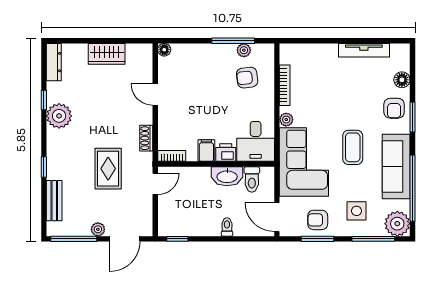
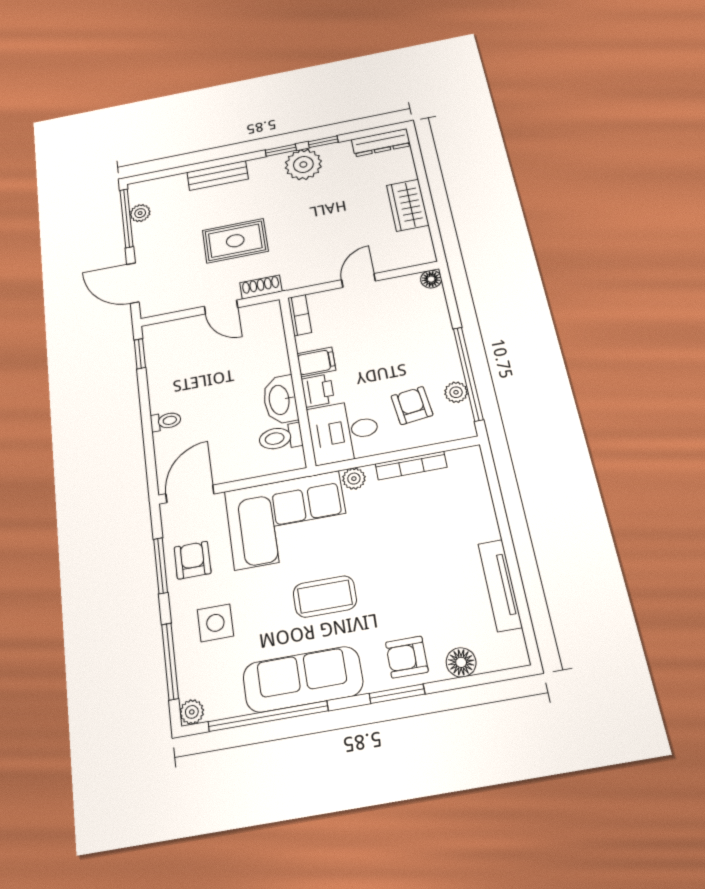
window: (233, 41) -> (468, 374), width x1.46
shoe rack: (146, 138) -> (261, 287), moved
desk: (256, 141) -> (344, 432), moved
filing cabinet: (206, 151) -> (316, 362), moved
printer: (226, 153) -> (318, 391), moved
bookcase: (172, 156) -> (300, 315), moved
wall: (216, 164) -> (297, 380), moved
window: (44, 167) -> (281, 150), moved
washbasin: (227, 176) -> (280, 400), moved
toilet: (252, 179) -> (280, 438), moved
bench: (54, 201) -> (218, 176), moved
plant: (397, 224) -> (192, 712), width x0.53, depth x0.53
plant: (98, 229) -> (140, 213), moved

